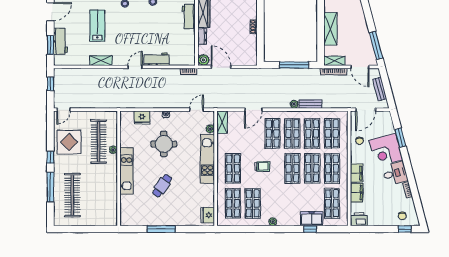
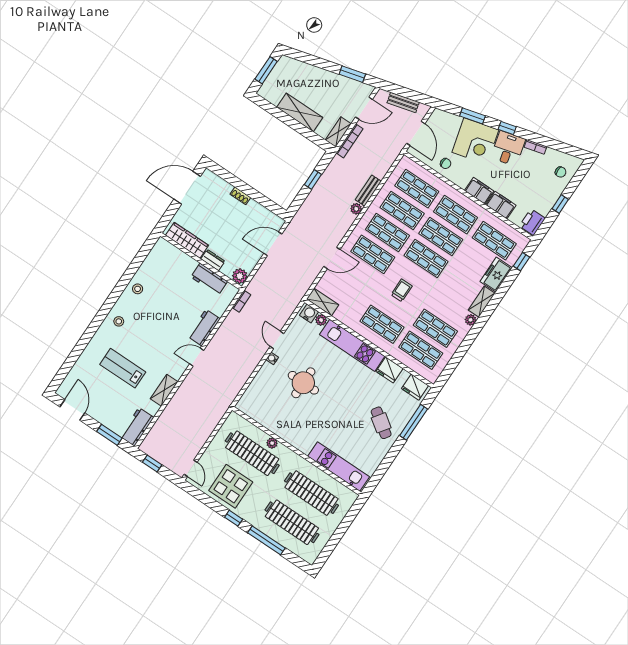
workbench: (189, 16) -> (209, 279), moved
workbench: (60, 41) -> (137, 427), moved, turned -90
window: (376, 45) -> (352, 74), width x0.69
window: (294, 65) -> (313, 179), width x0.46
door: (135, 67) -> (197, 357), hinge flipped
door: (221, 67) -> (273, 244), moved
door: (197, 110) -> (277, 340), moved
door: (253, 110) -> (332, 258), hinge flipped
fridge: (142, 118) -> (390, 370), moved, turned 90
water cooler: (209, 119) -> (309, 313), added
window: (407, 164) -> (507, 128), added
kitchen unit: (126, 171) -> (339, 467), moved
cafe table: (162, 186) -> (381, 423), moved
clothes rail: (99, 195) -> (312, 493), added
shelving: (289, 221) -> (482, 302), added
window: (161, 229) -> (414, 422), moved
window: (310, 229) -> (522, 262), moved
window: (405, 229) -> (560, 204), moved

